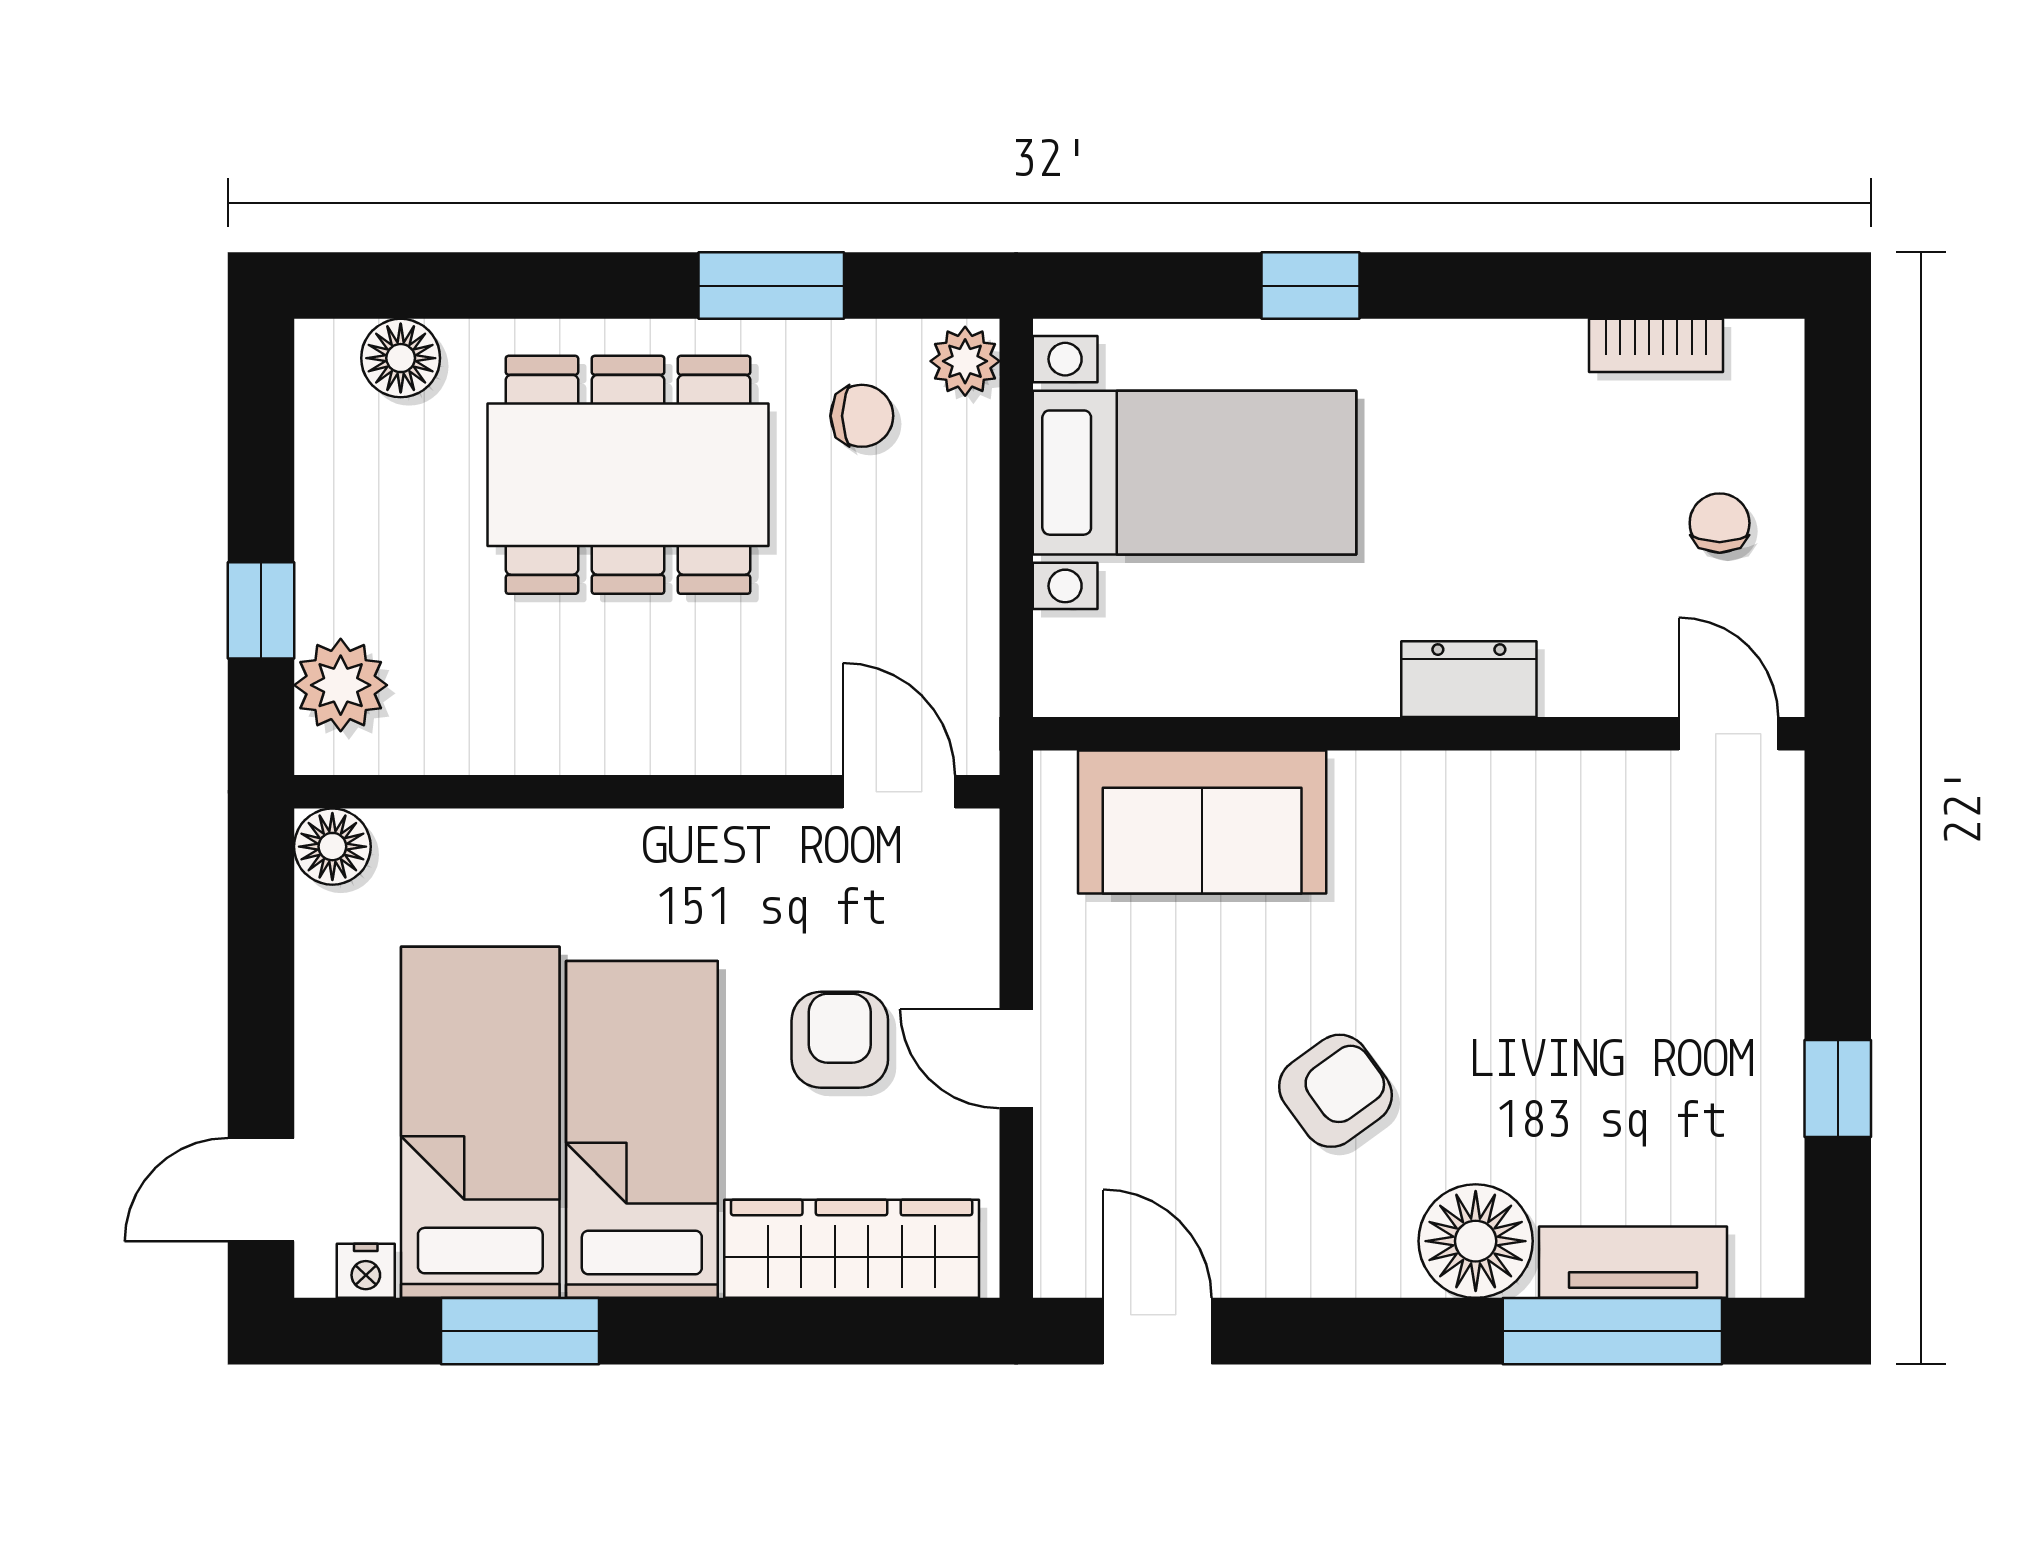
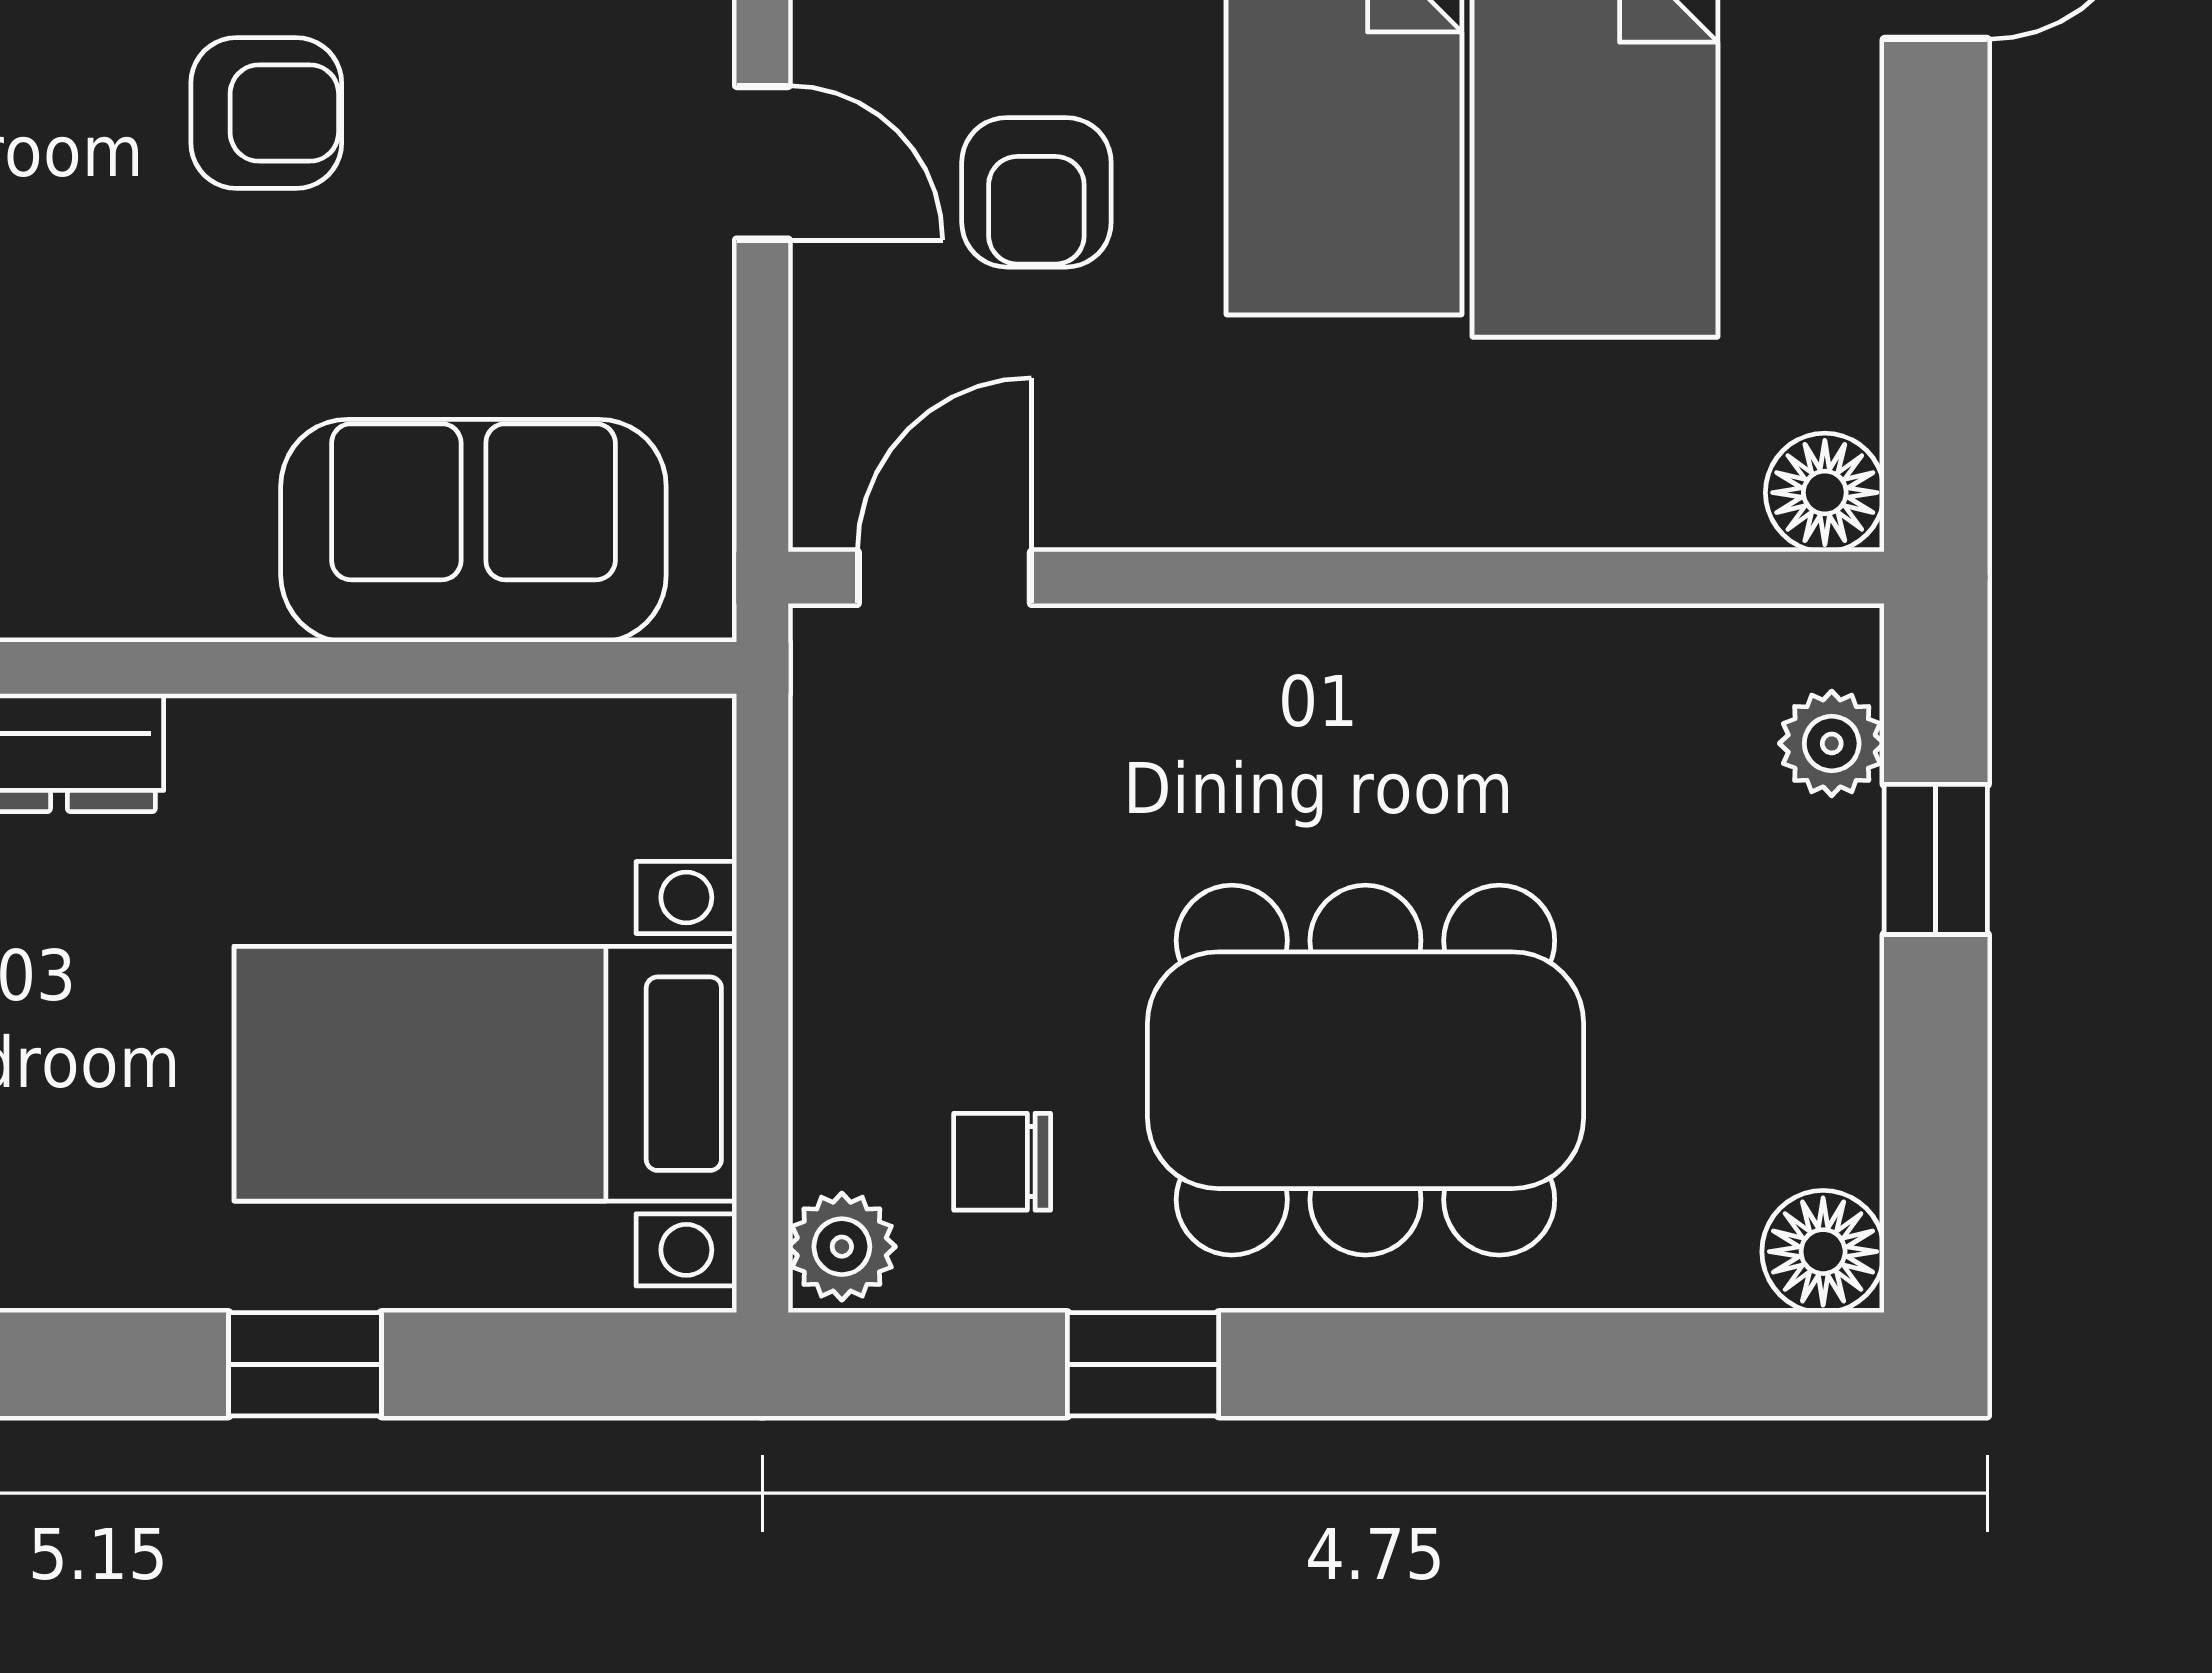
window: (771, 286) -> (1143, 1364), width x0.67
floor lamp: (401, 358) -> (1823, 1252), moved
plant: (341, 685) -> (1832, 743), width x0.73, depth x0.73
door: (899, 792) -> (944, 578), swing flipped
armchair: (1335, 1091) -> (266, 113), turned -144

